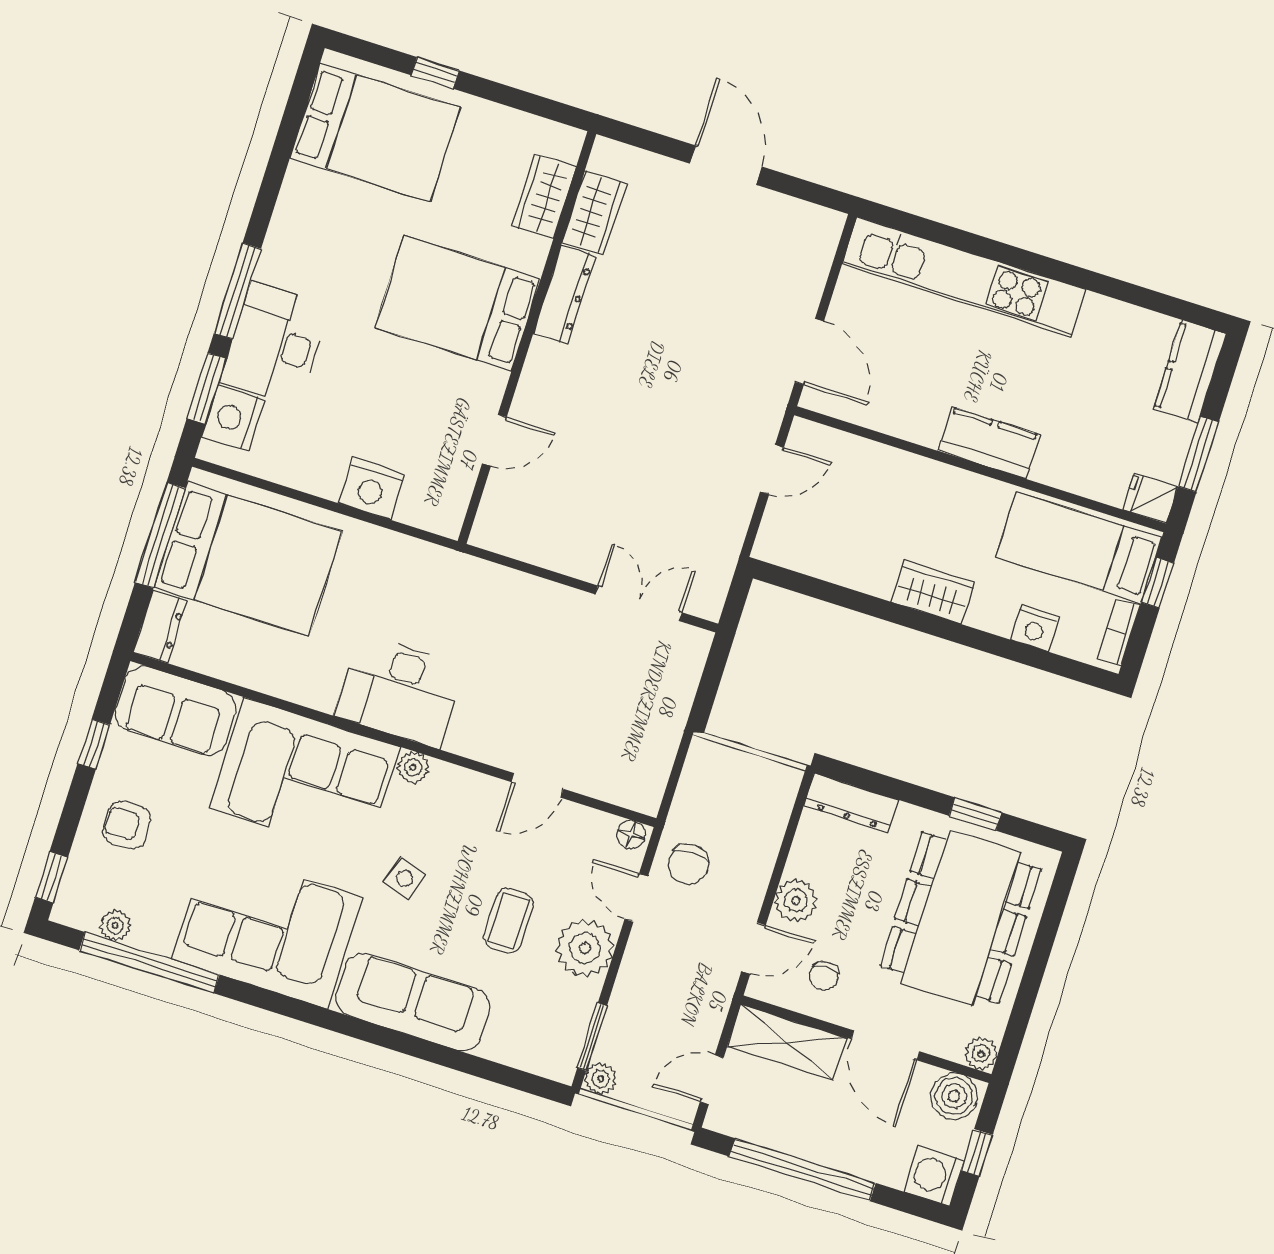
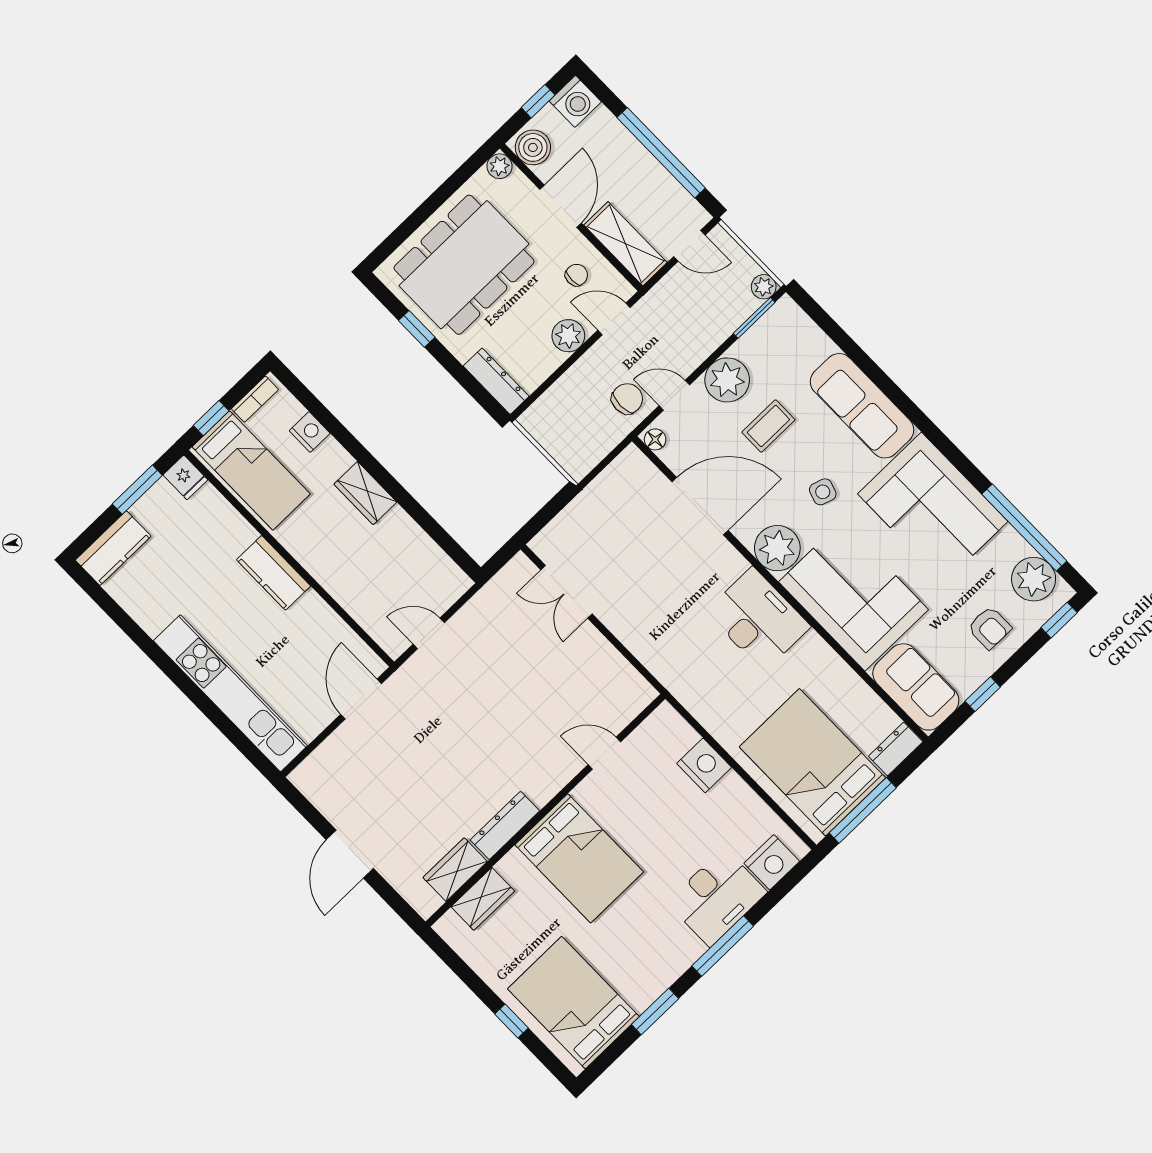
window: (207, 388) -> (655, 1012), moved
plant: (413, 768) -> (777, 548), width x1.88, depth x1.88
door: (537, 785) -> (700, 506), width x1.87
door: (636, 898) -> (674, 395), swing flipped
plant: (115, 926) -> (1034, 579), width x1.88, depth x1.88

